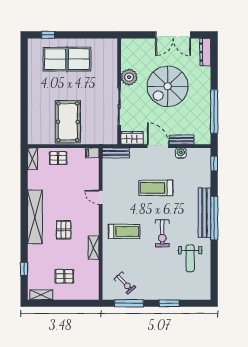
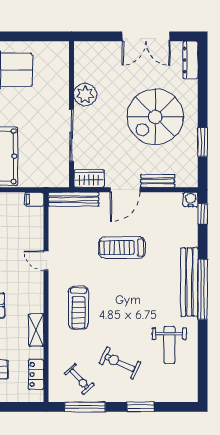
spiral stairs: (168, 86) -> (155, 117), moved
window: (214, 112) -> (203, 142), width x0.47
door: (158, 146) -> (125, 190), swing flipped
bench: (116, 153) -> (74, 199), width x1.36
water cooler: (181, 153) -> (191, 199), moved
treadmill: (124, 231) -> (78, 308), turned 90
exercise bike: (162, 233) -> (120, 363), moved, turned 115
locker: (93, 280) -> (36, 375), added

